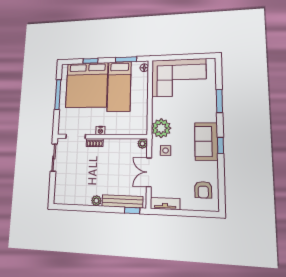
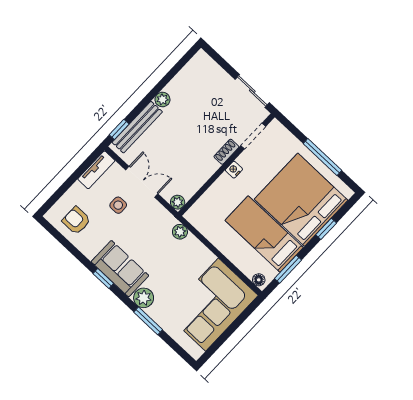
plant: (210, 115) -> (144, 298), added
plant: (161, 128) -> (180, 232), width x0.53, depth x0.53
side table: (166, 151) -> (118, 205), moved

